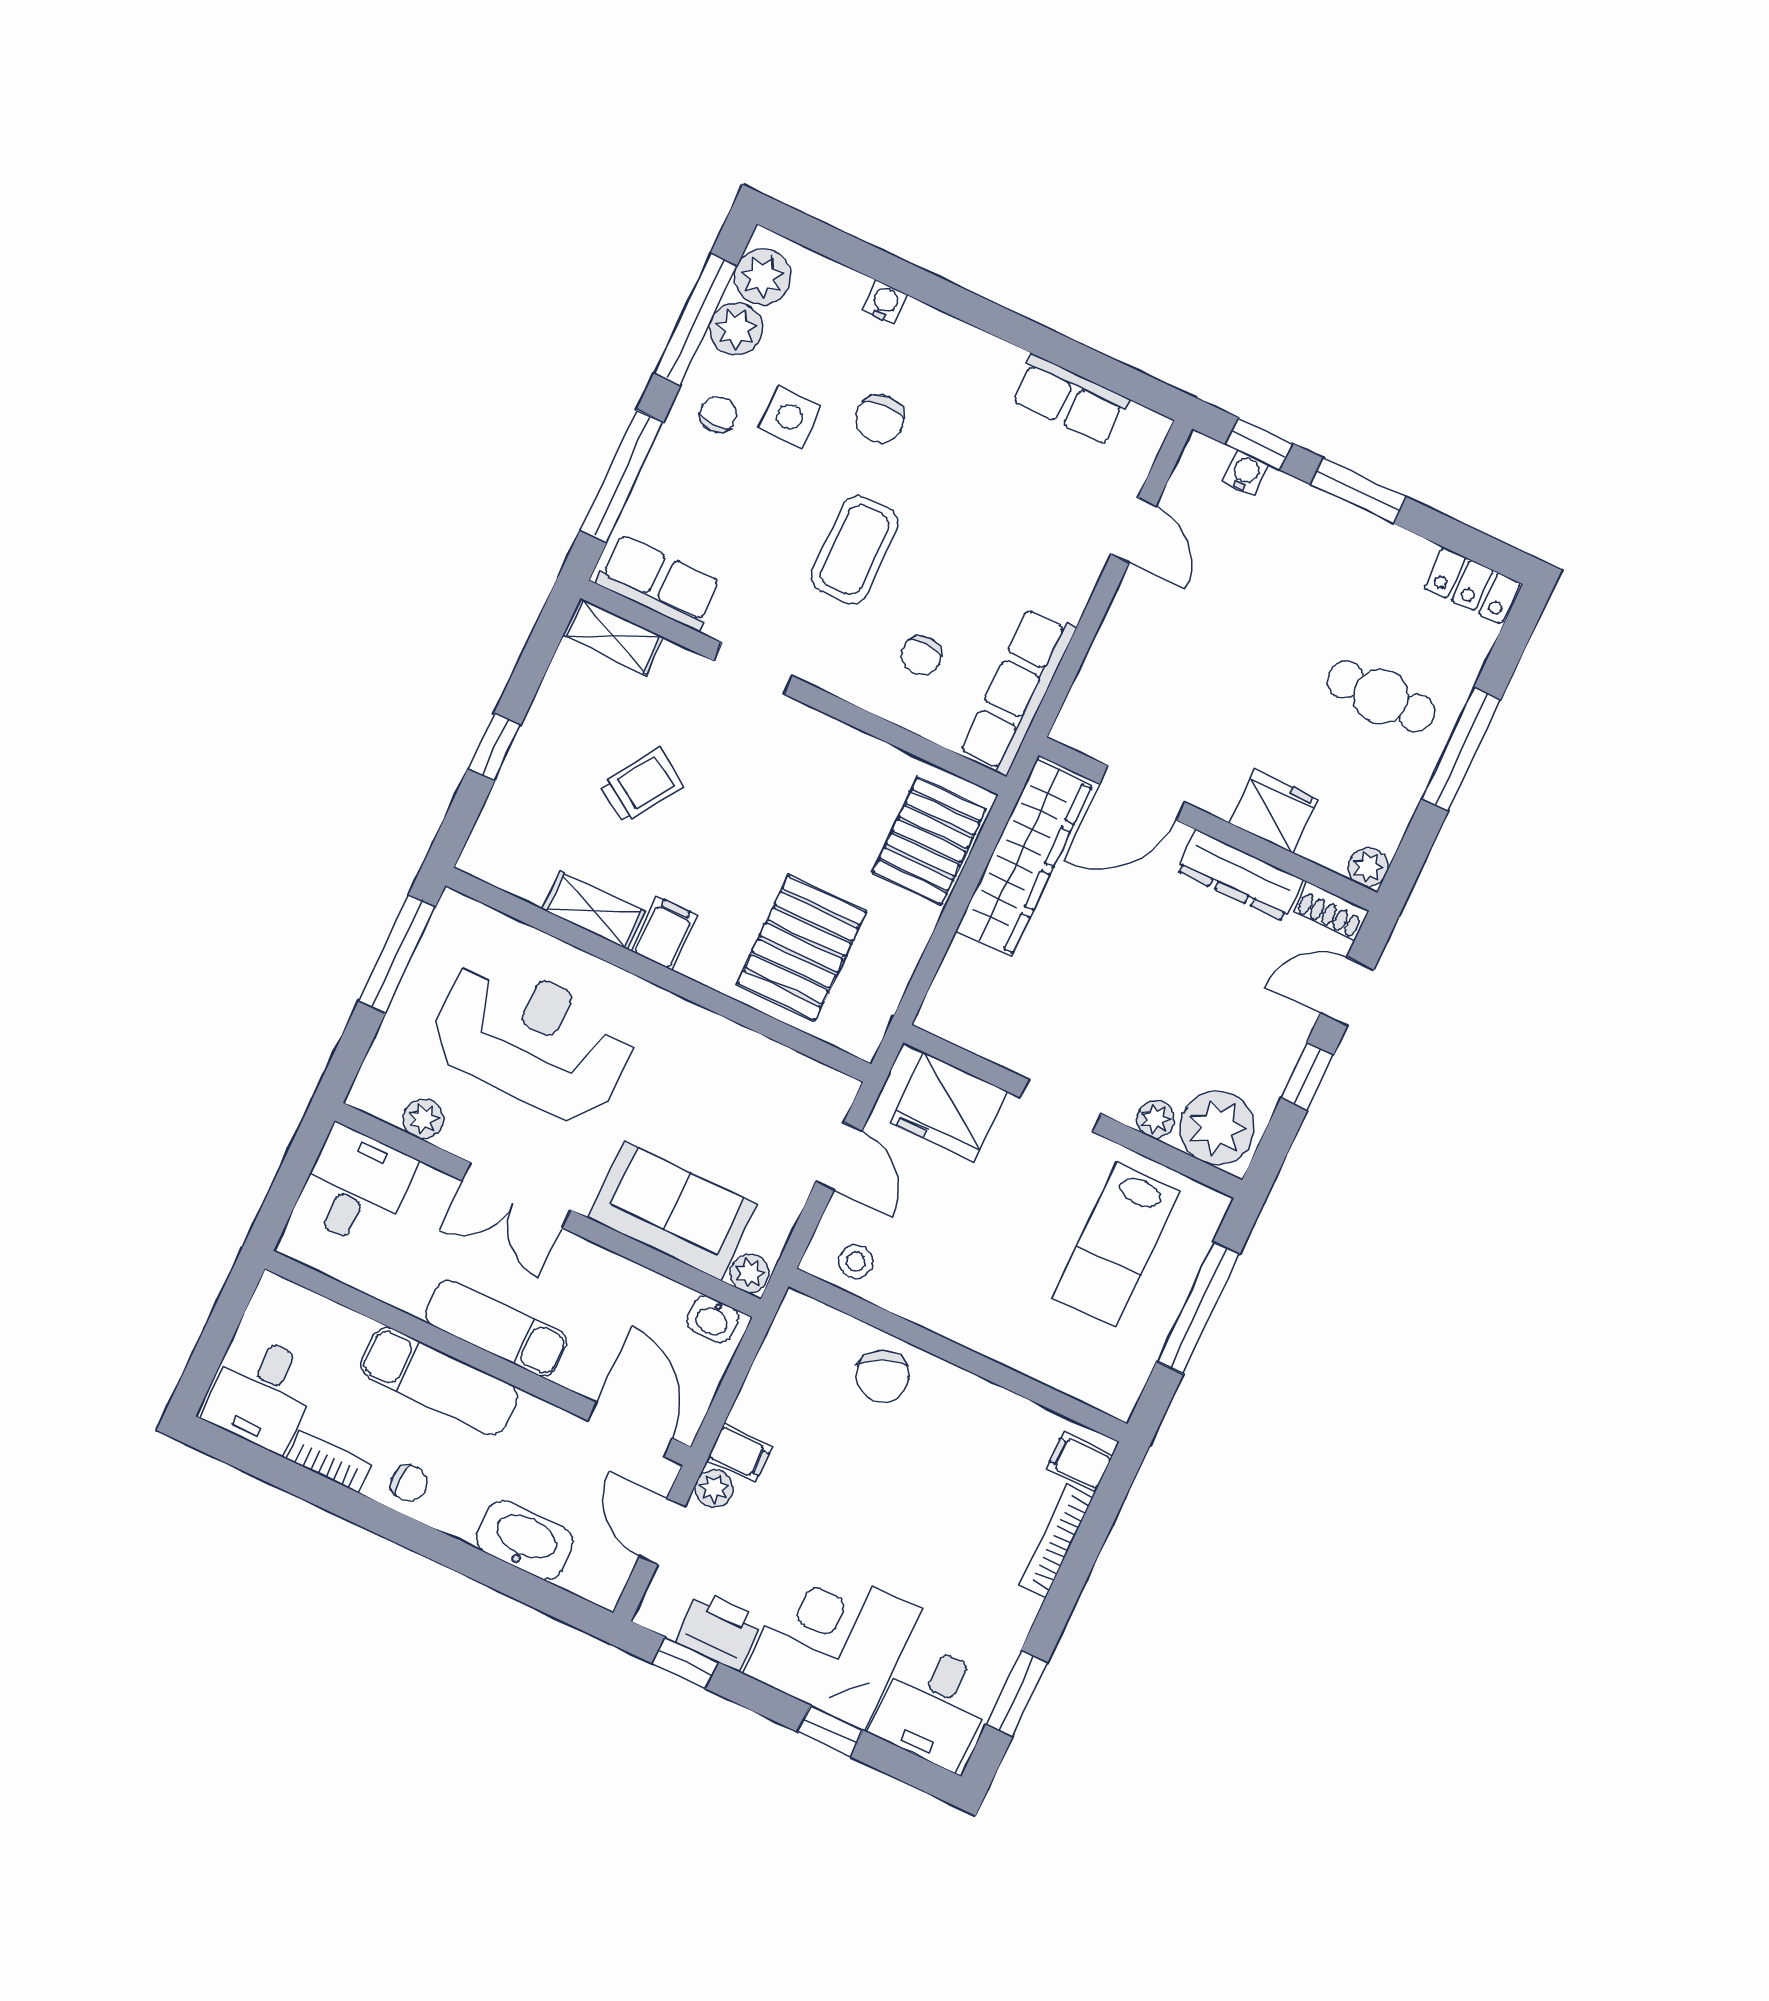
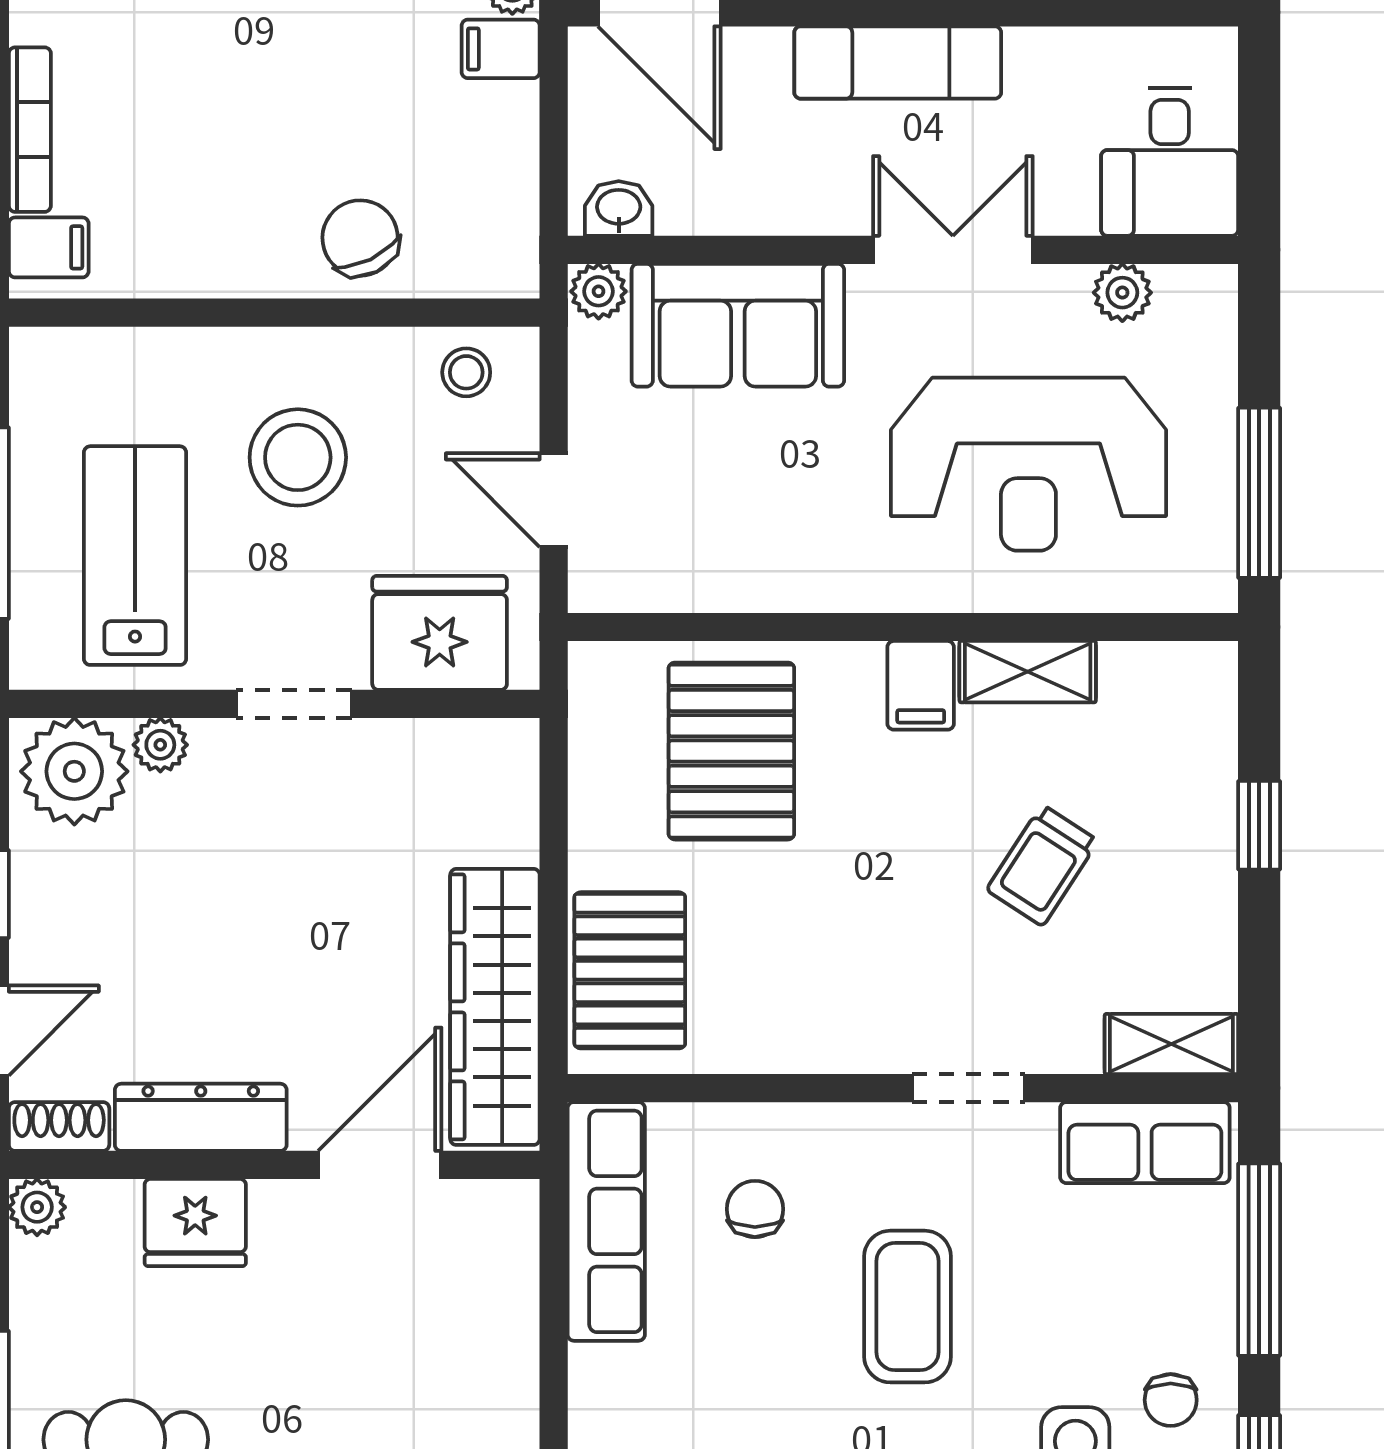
stool: (986, 1258) -> (298, 457), added

